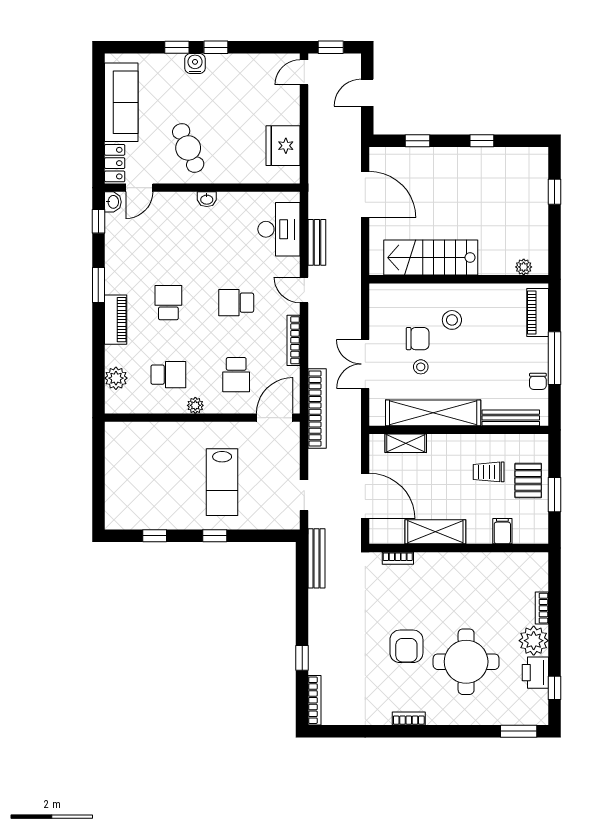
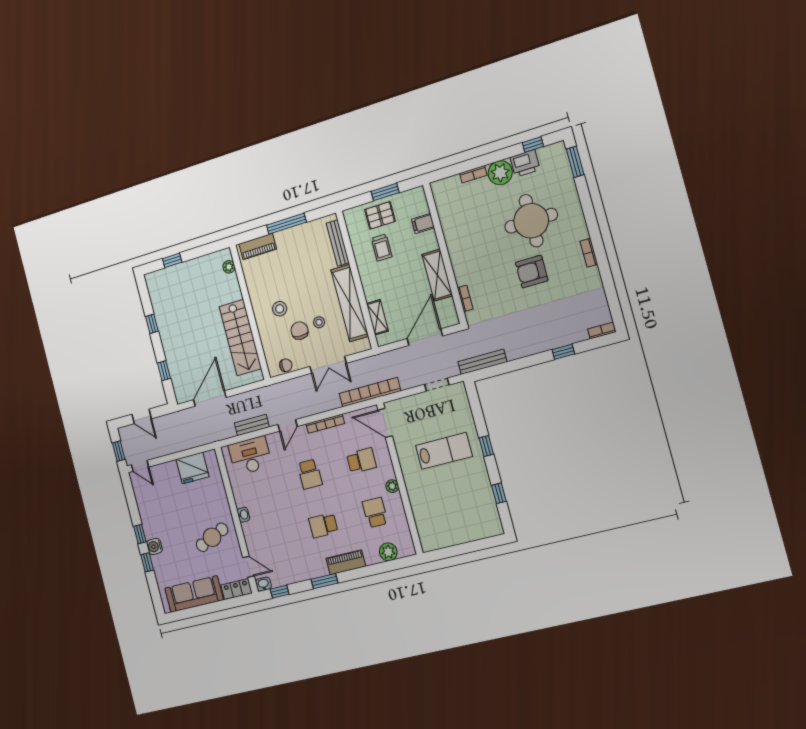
chair: (538, 381) -> (286, 365), moved
armchair: (406, 646) -> (532, 272), turned 180
bookcase: (314, 700) -> (602, 331), width x0.64

